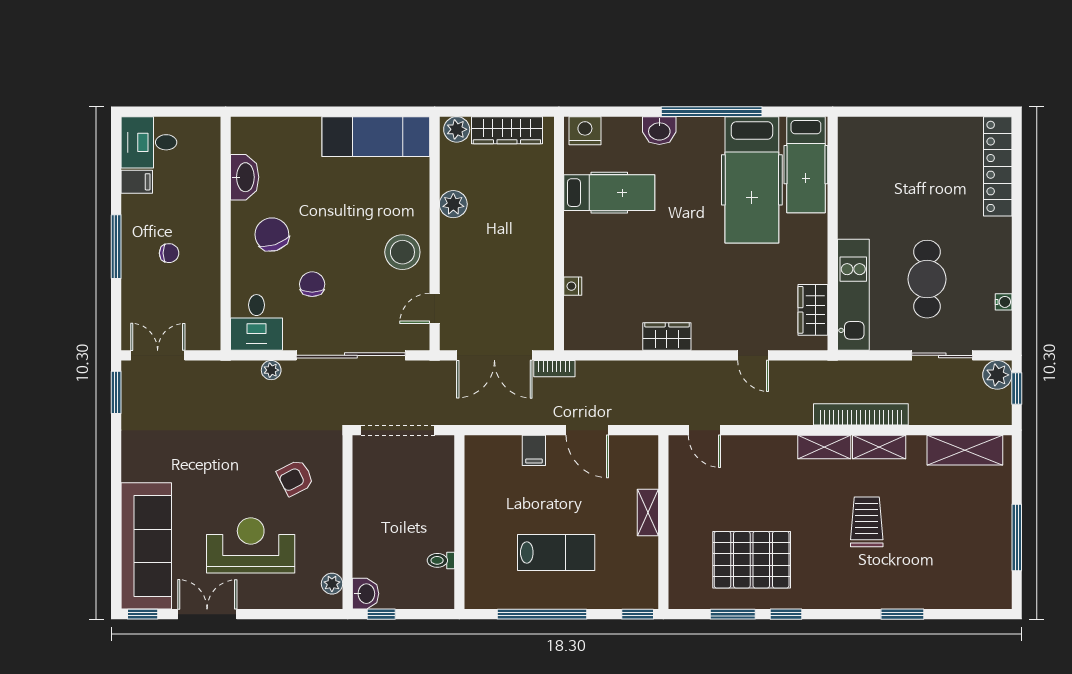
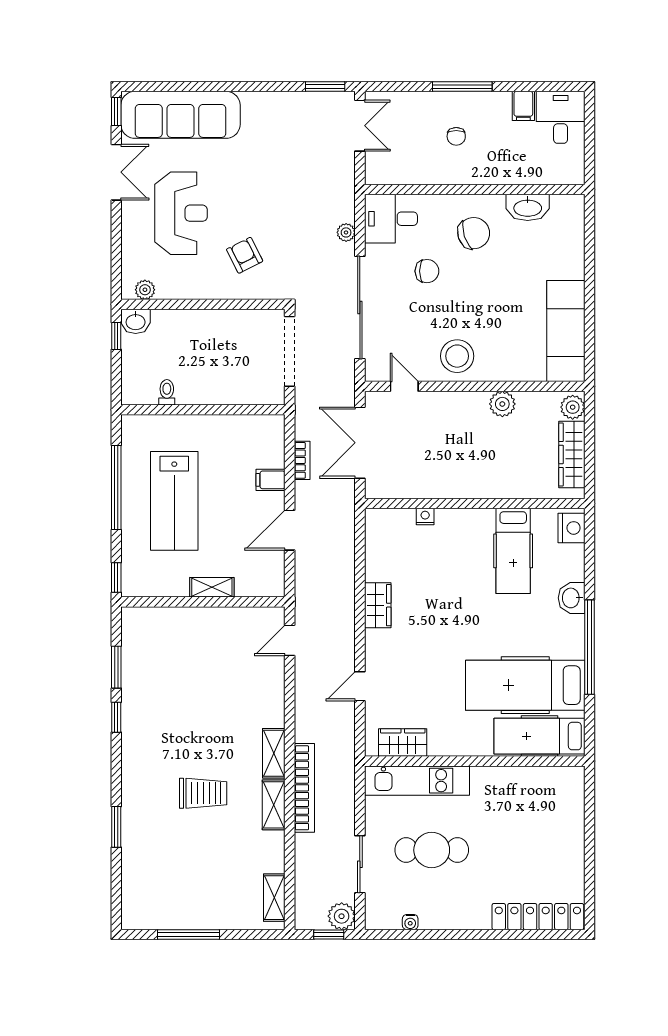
bookcase: (554, 369) -> (302, 460), moved, turned 180
shelving: (965, 450) -> (274, 898), width x0.67, depth x0.75
lab bench: (556, 552) -> (174, 501), width x1.36, depth x1.39
pallet: (752, 560) -> (168, 685), removed

